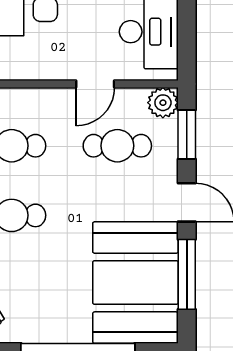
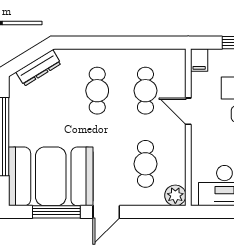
door: (95, 84) -> (188, 111), moved
window: (187, 134) -> (153, 212), removed

